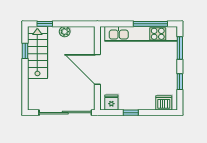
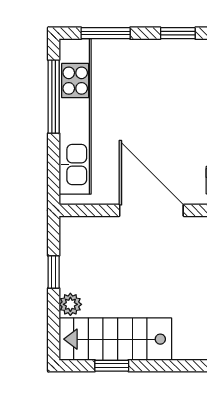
window: (45, 24) -> (54, 272), moved
plant: (65, 32) -> (70, 304), moved
door: (97, 69) -> (151, 210), swing flipped

